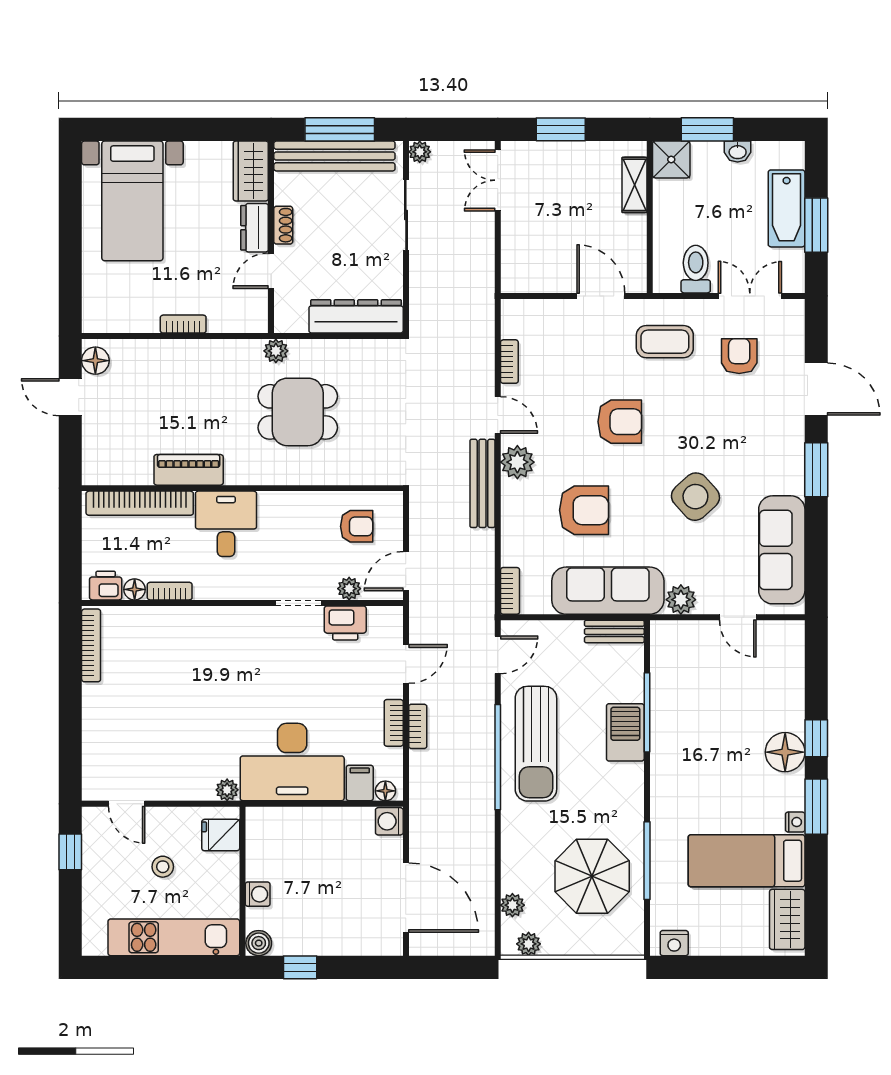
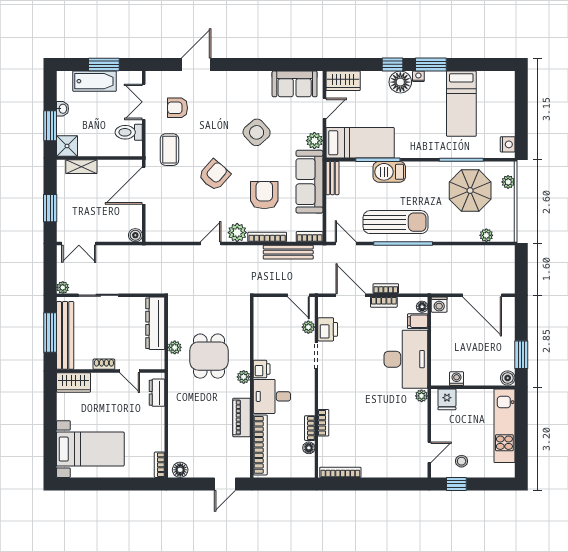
dresser: (255, 228) -> (157, 393), moved, turned 90
boiler: (513, 281) -> (135, 235), added
door: (601, 296) -> (144, 186), width x1.36
bookcase: (183, 324) -> (160, 465), moved
plant: (276, 351) -> (175, 347), moved
bookcase: (509, 362) -> (267, 237), moved, width x1.56
door: (70, 397) -> (225, 484), moved
armchair: (620, 422) -> (214, 175), turned 41
window: (816, 470) -> (241, 64), removed
plant: (261, 473) -> (244, 377), added
bench: (482, 483) -> (288, 252), moved
armchair: (357, 526) -> (273, 323), removed
sofa: (782, 550) -> (295, 84), width x0.73
printer: (106, 586) -> (262, 369), moved, turned 180
bookcase: (179, 615) -> (323, 423), added
door: (406, 664) -> (351, 295), width x1.38
bed: (677, 681) -> (360, 143), added
nightstand: (795, 822) -> (418, 76), moved
stool: (163, 867) -> (462, 461), moved
washing machine: (258, 894) -> (457, 379), moved
door: (406, 898) -> (482, 295), swing flipped
wardrobe: (787, 919) -> (343, 81), moved
plant: (529, 944) -> (508, 182), moved
window: (300, 967) -> (521, 355), width x1.50

